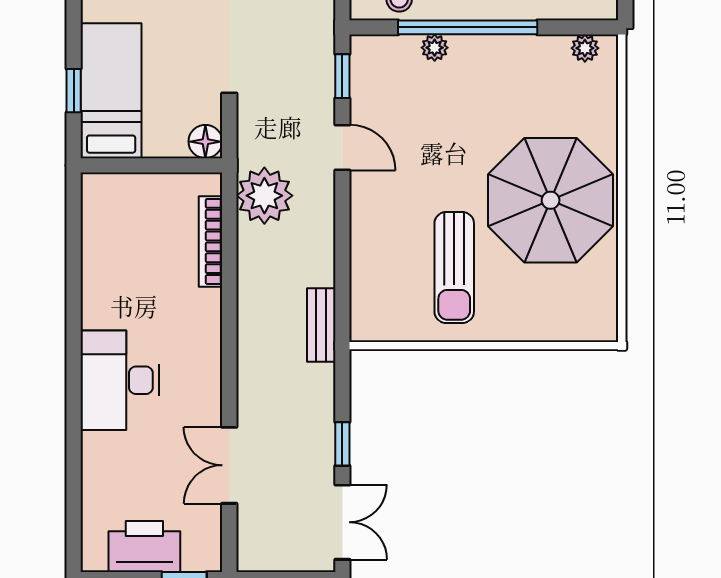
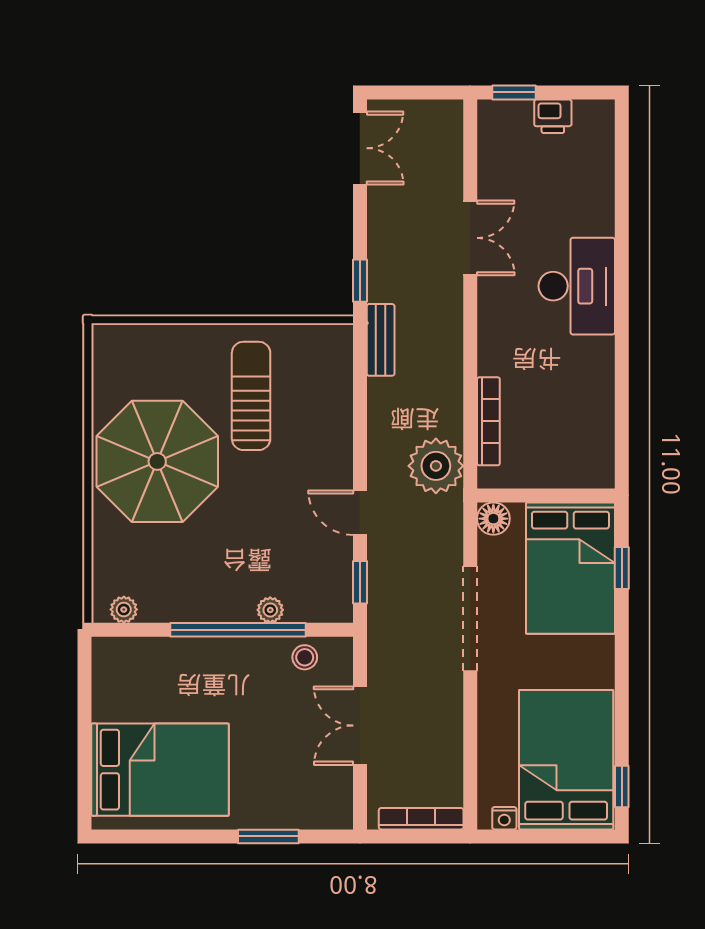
bed: (111, 91) -> (570, 568), width x1.50
window: (342, 444) -> (360, 281), moved
double door: (229, 465) -> (470, 238), moved
double door: (342, 522) -> (360, 148), swing flipped
printer: (144, 546) -> (553, 116), width x0.53, depth x0.68

